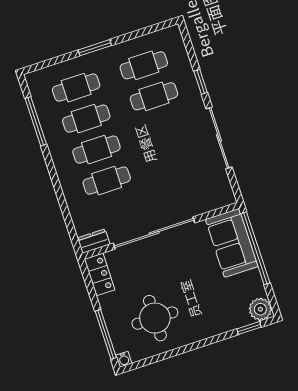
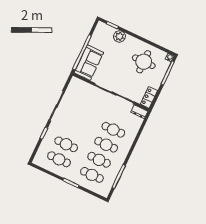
plant: (260, 309) -> (119, 36), moved

